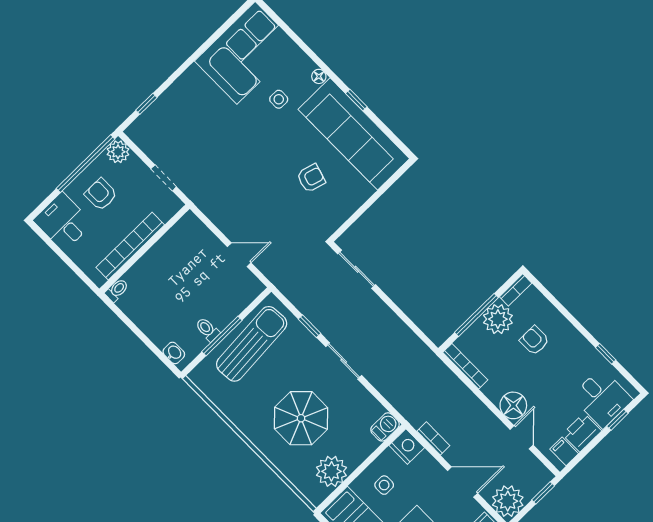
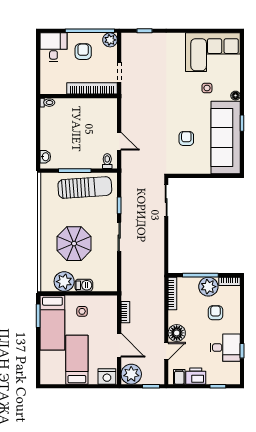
armchair: (311, 178) -> (186, 138), turned -106
bookcase: (130, 246) -> (92, 88), moved
toilet: (207, 329) -> (107, 161), moved
desk: (602, 398) -> (225, 348), moved, turned -90
barbecue: (385, 427) -> (84, 285), moved
nightstand: (407, 447) -> (110, 304), removed

